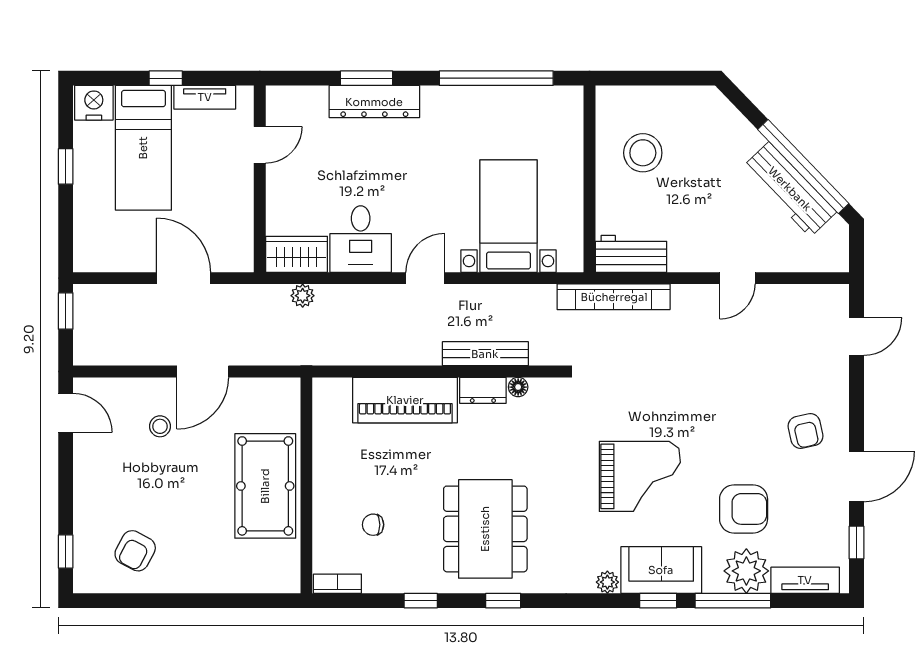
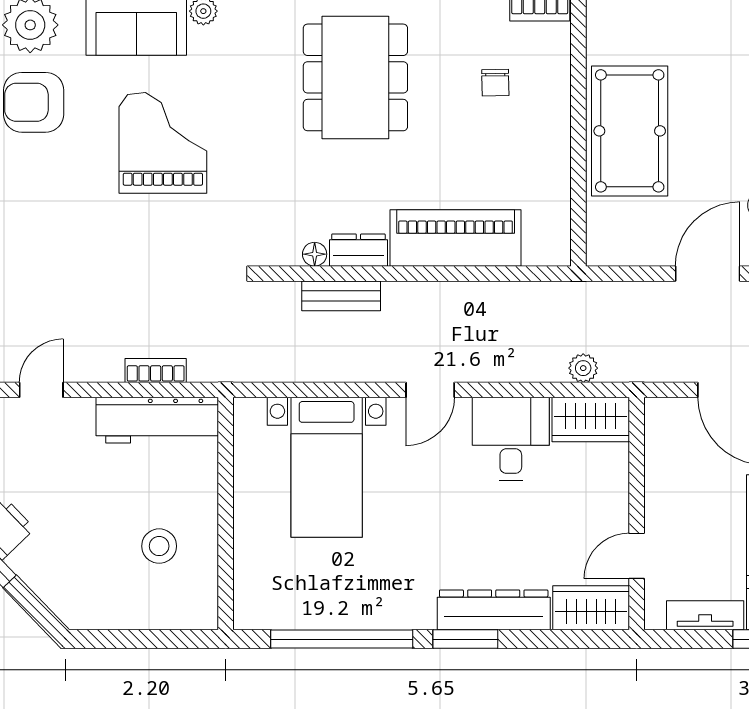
window: (366, 78) -> (465, 639), moved
wardrobe: (296, 103) -> (591, 608), added
stool: (643, 153) -> (159, 546), width x0.73, depth x0.73
workbench: (631, 254) -> (157, 420), width x1.37
bookcase: (614, 297) -> (156, 370), width x0.43, depth x0.76
bench: (485, 354) -> (341, 296), width x0.73
grand piano: (640, 476) -> (163, 143), turned 90
chair: (373, 525) -> (495, 83), turned 89

